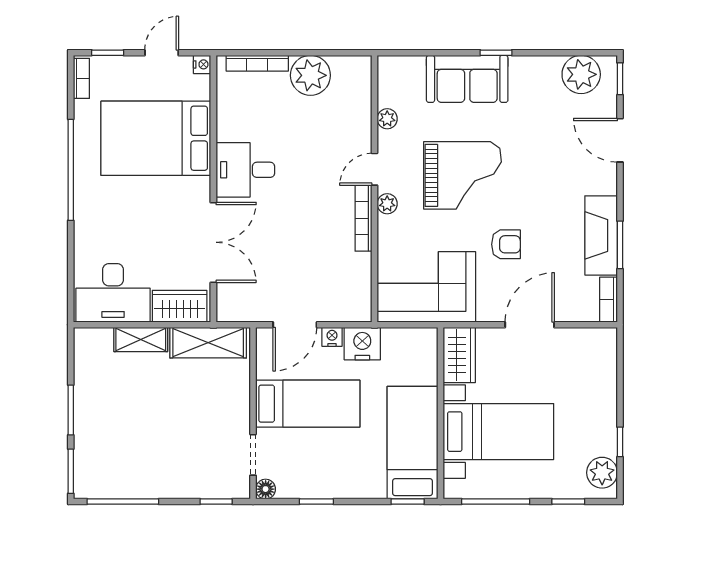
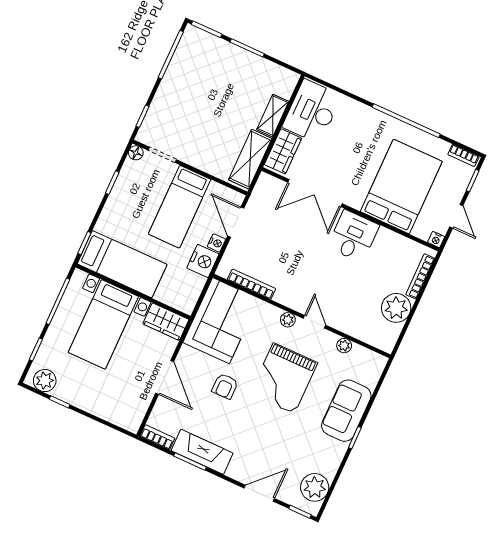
bookcase: (363, 218) -> (252, 284), moved

